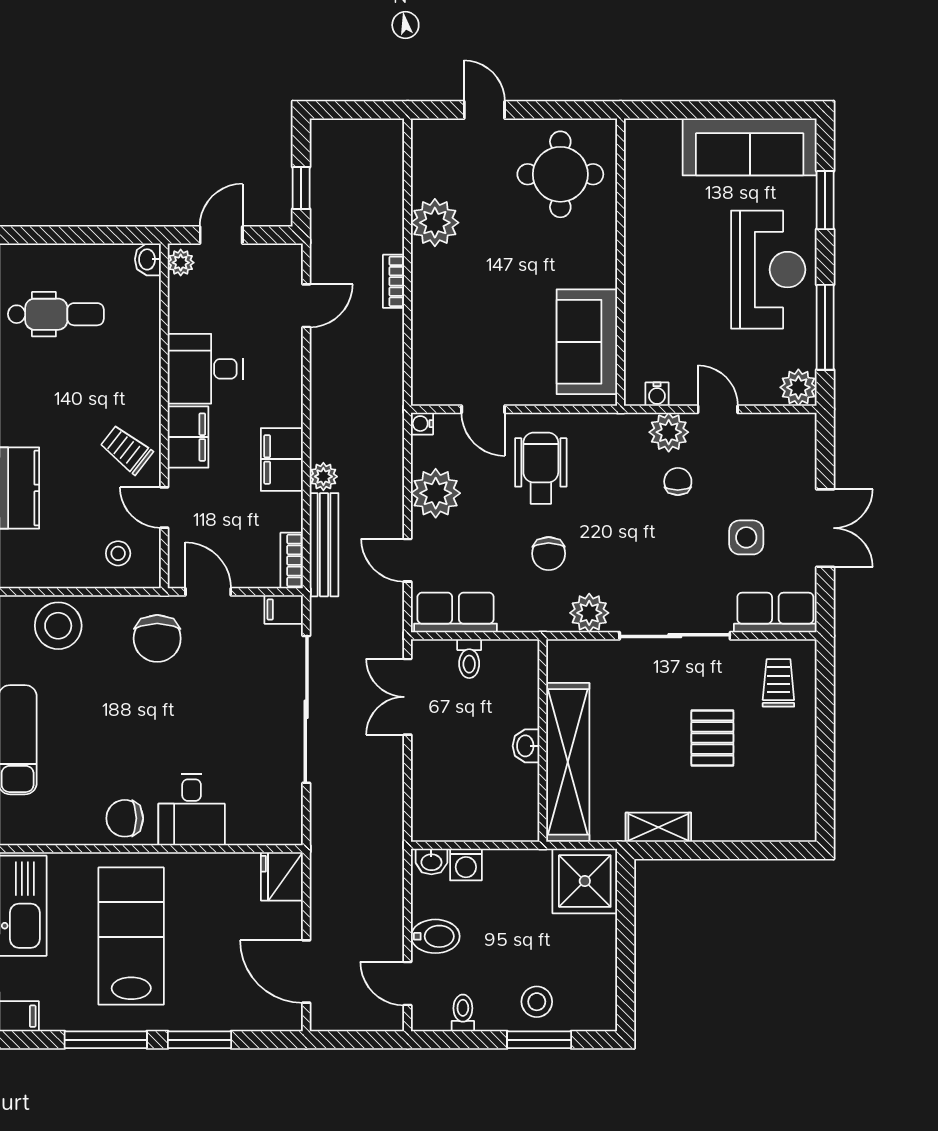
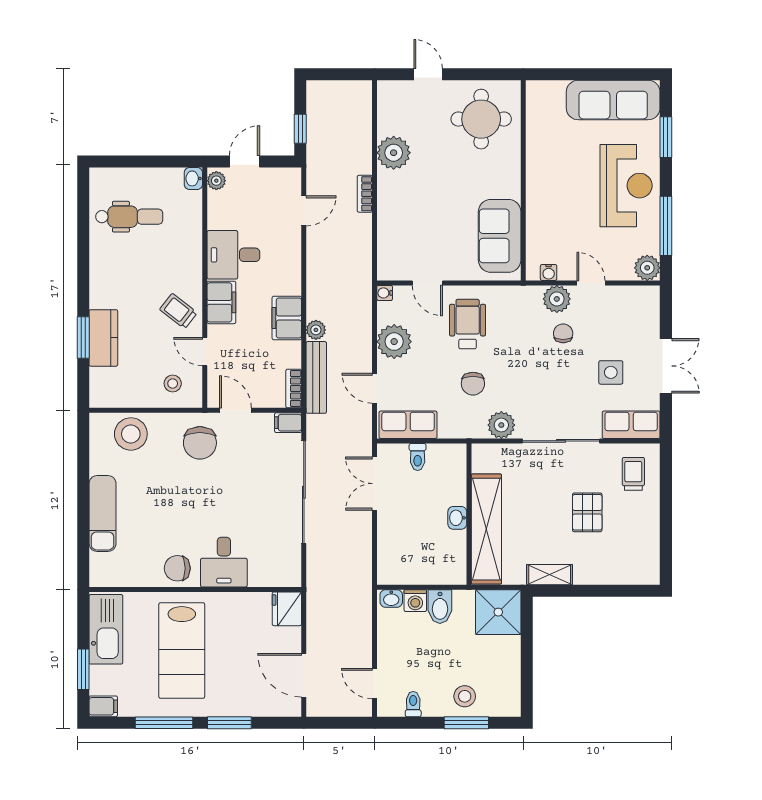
lab bench: (131, 936) -> (182, 650), turned 180
bidet: (435, 936) -> (440, 607), moved, turned 90

